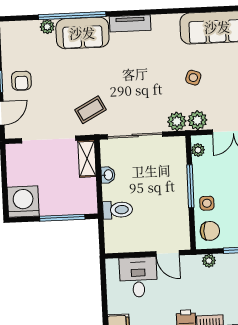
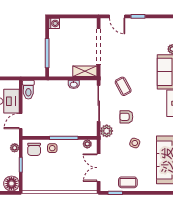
armchair: (21, 81) -> (126, 117), moved
coffee table: (90, 110) -> (123, 86), moved
plant: (197, 120) -> (107, 144), removed
washing machine: (23, 202) -> (54, 23), width x0.53, depth x0.53
toilet: (118, 210) -> (28, 90), moved

